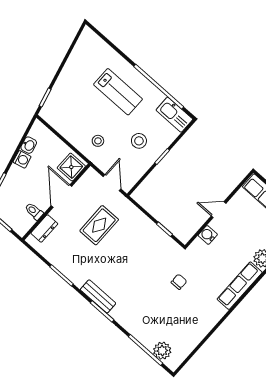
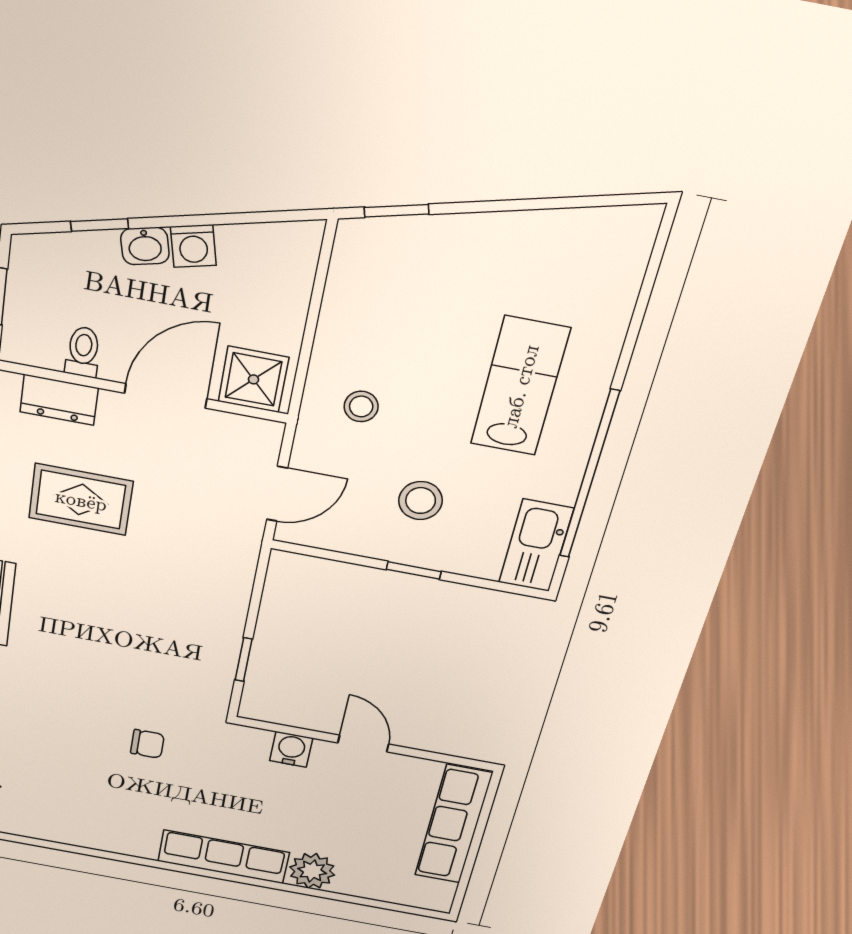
lab bench: (118, 92) -> (520, 386), turned 180
washbasin: (29, 145) -> (145, 246), moved
rug: (99, 225) -> (81, 500), moved

